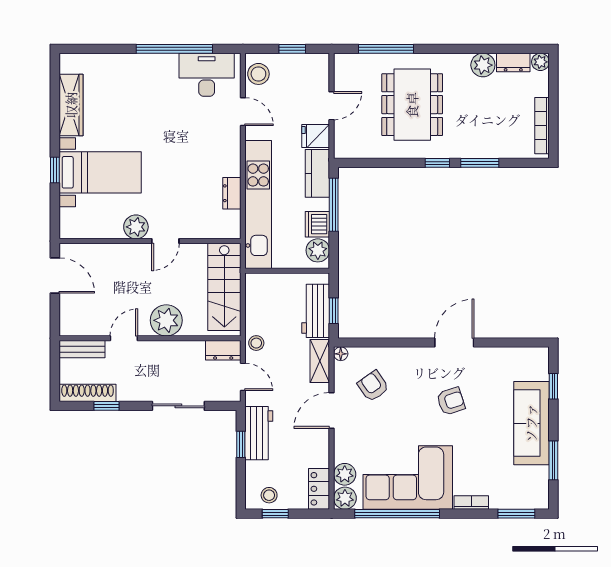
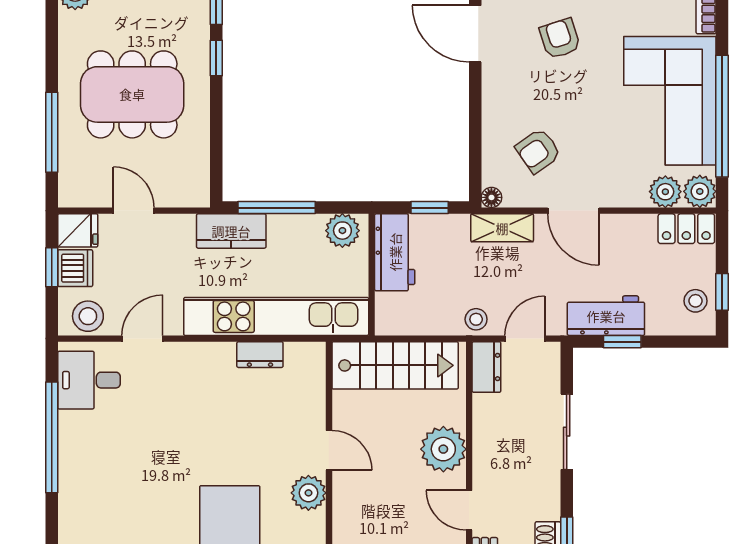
desk: (207, 75) -> (89, 380), width x0.73
fridge: (316, 136) -> (78, 230), moved, turned -90
dishwasher: (317, 224) -> (75, 268), moved, turned -90
workbench: (316, 311) -> (395, 252), moved, turned -90

